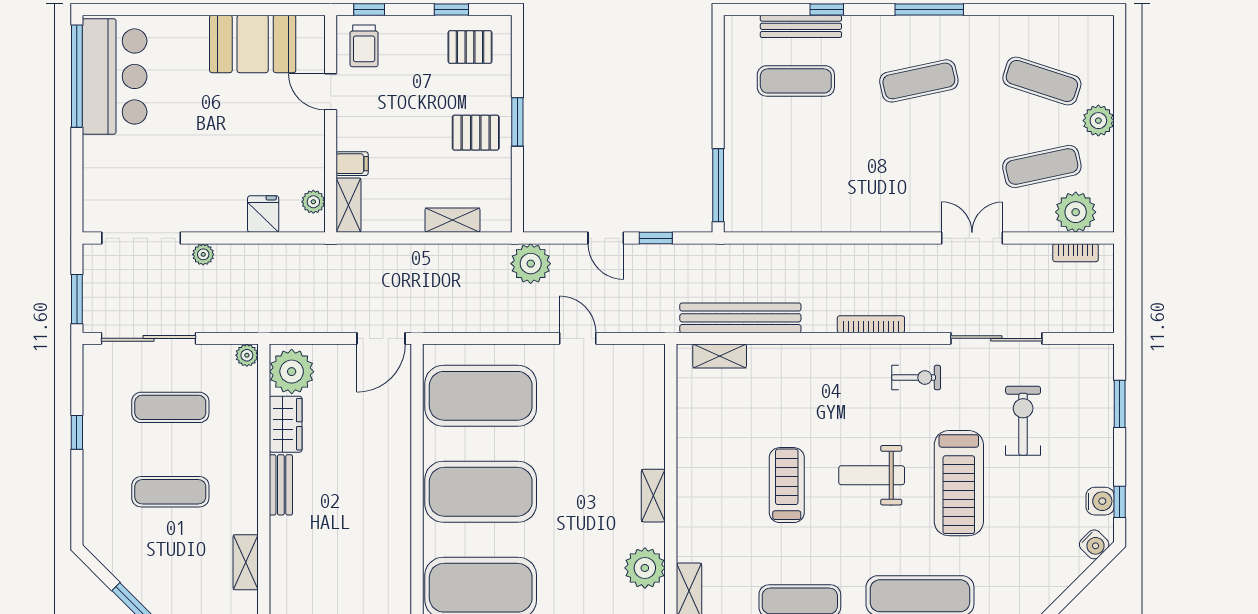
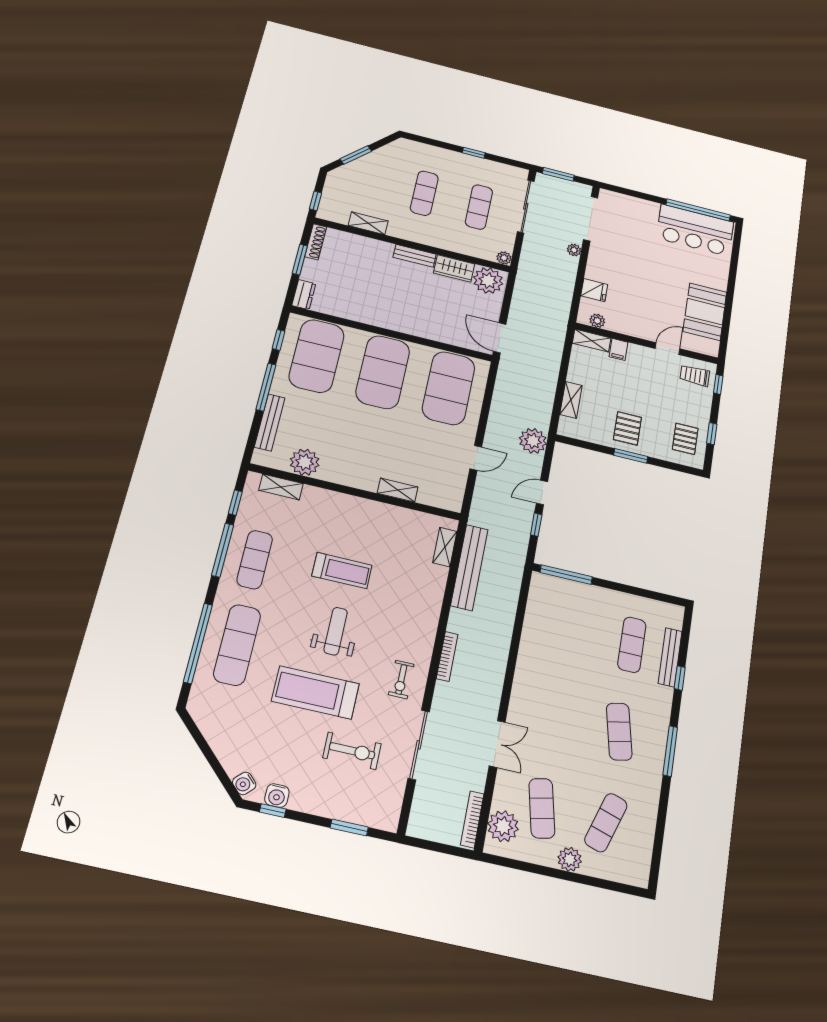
bookcase: (1076, 253) -> (472, 819), width x1.56
shelving: (653, 496) -> (398, 490), moved

